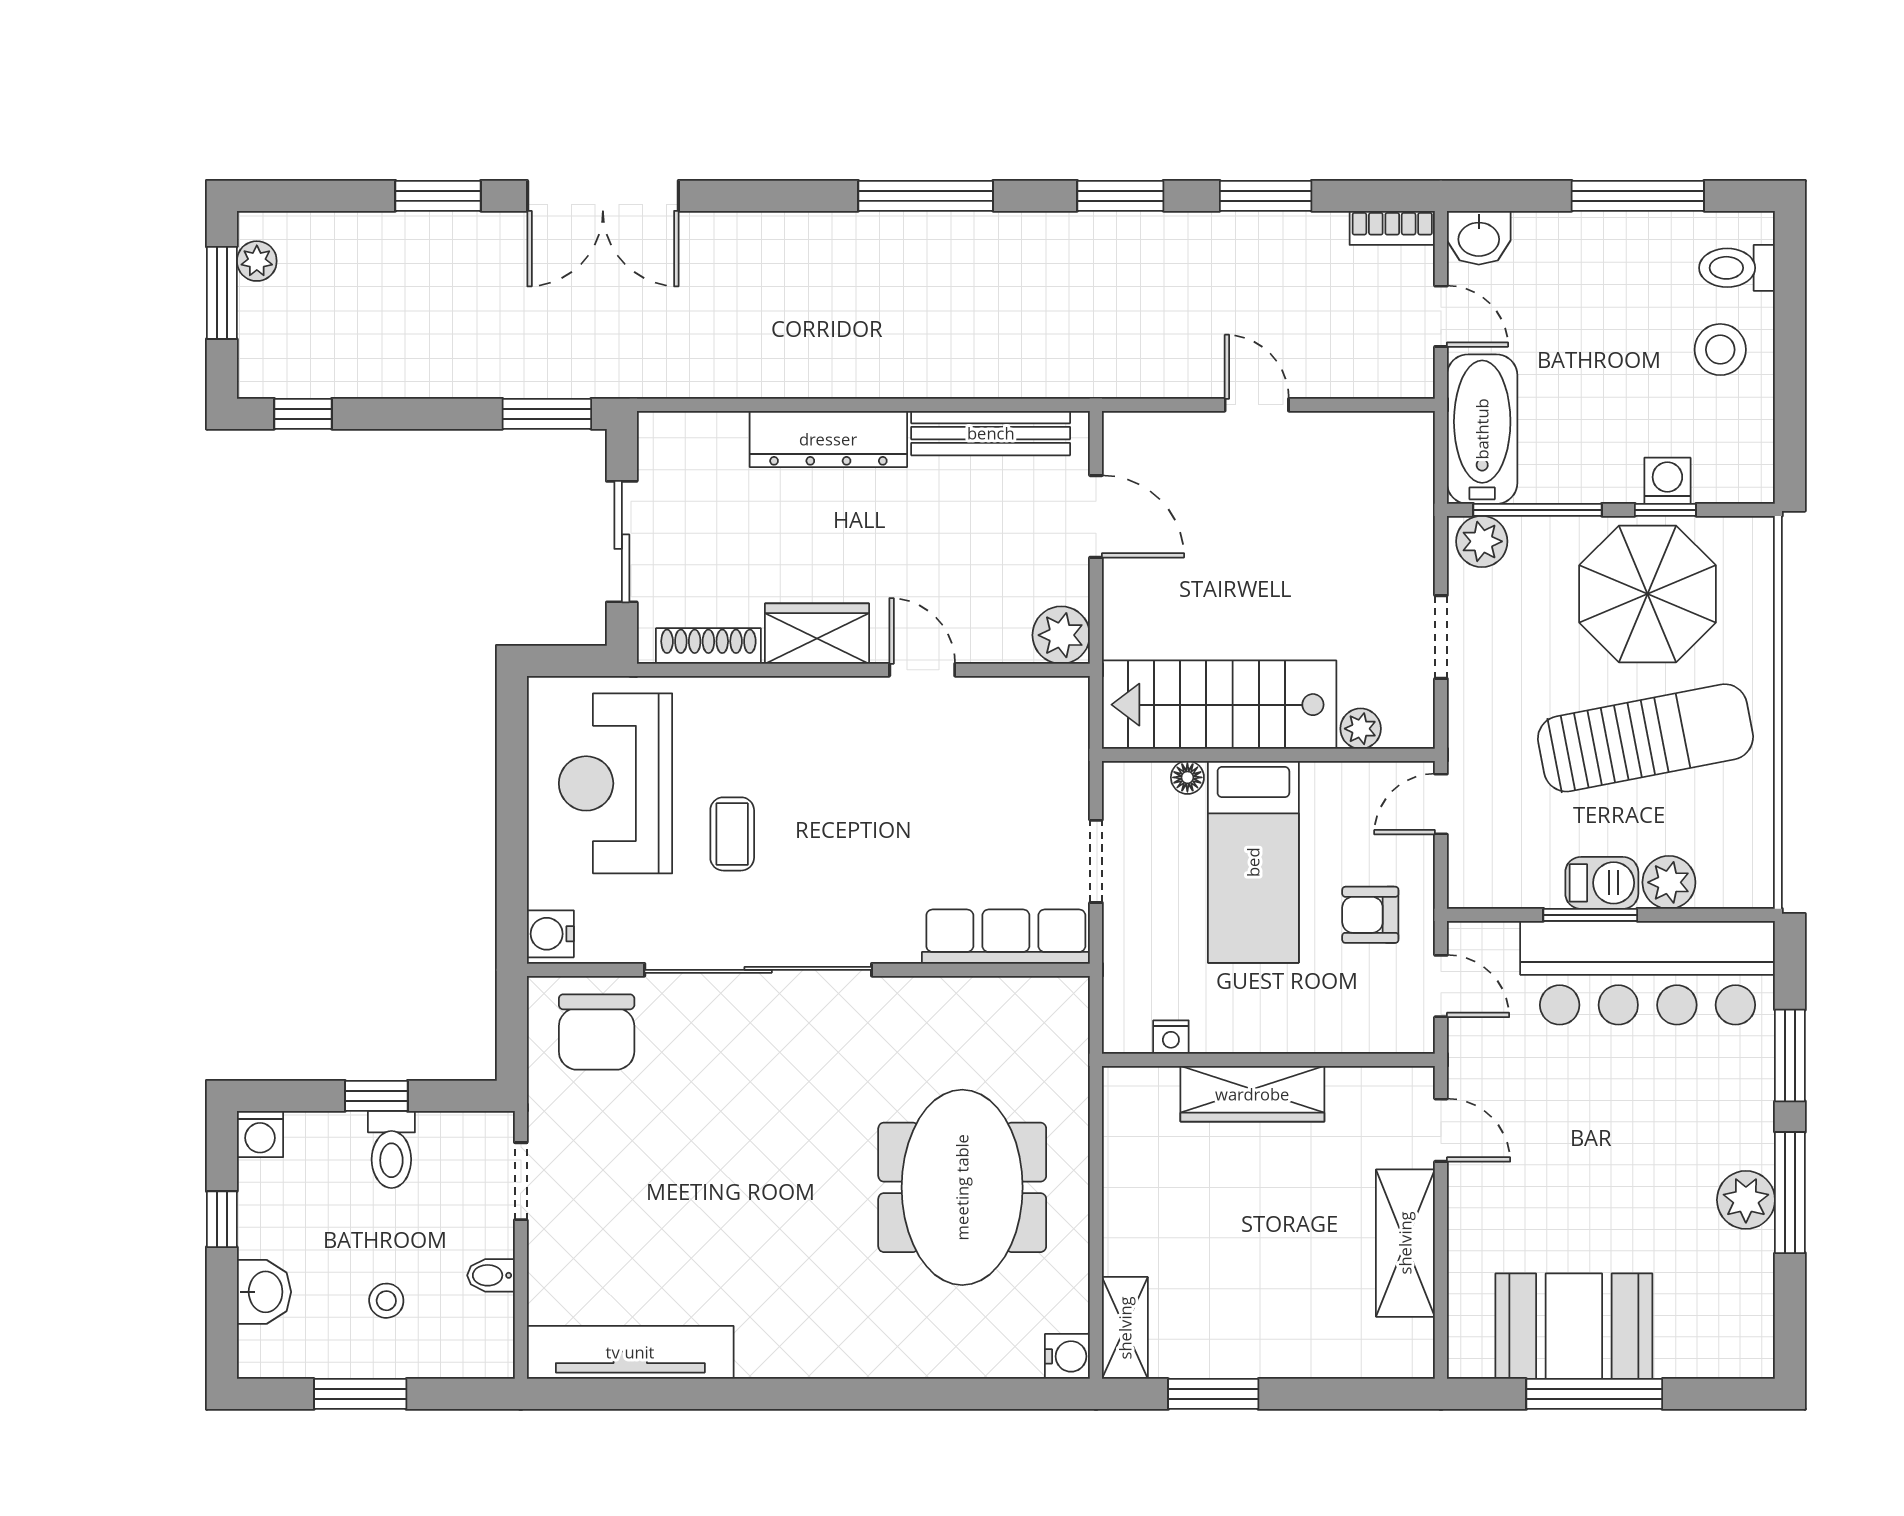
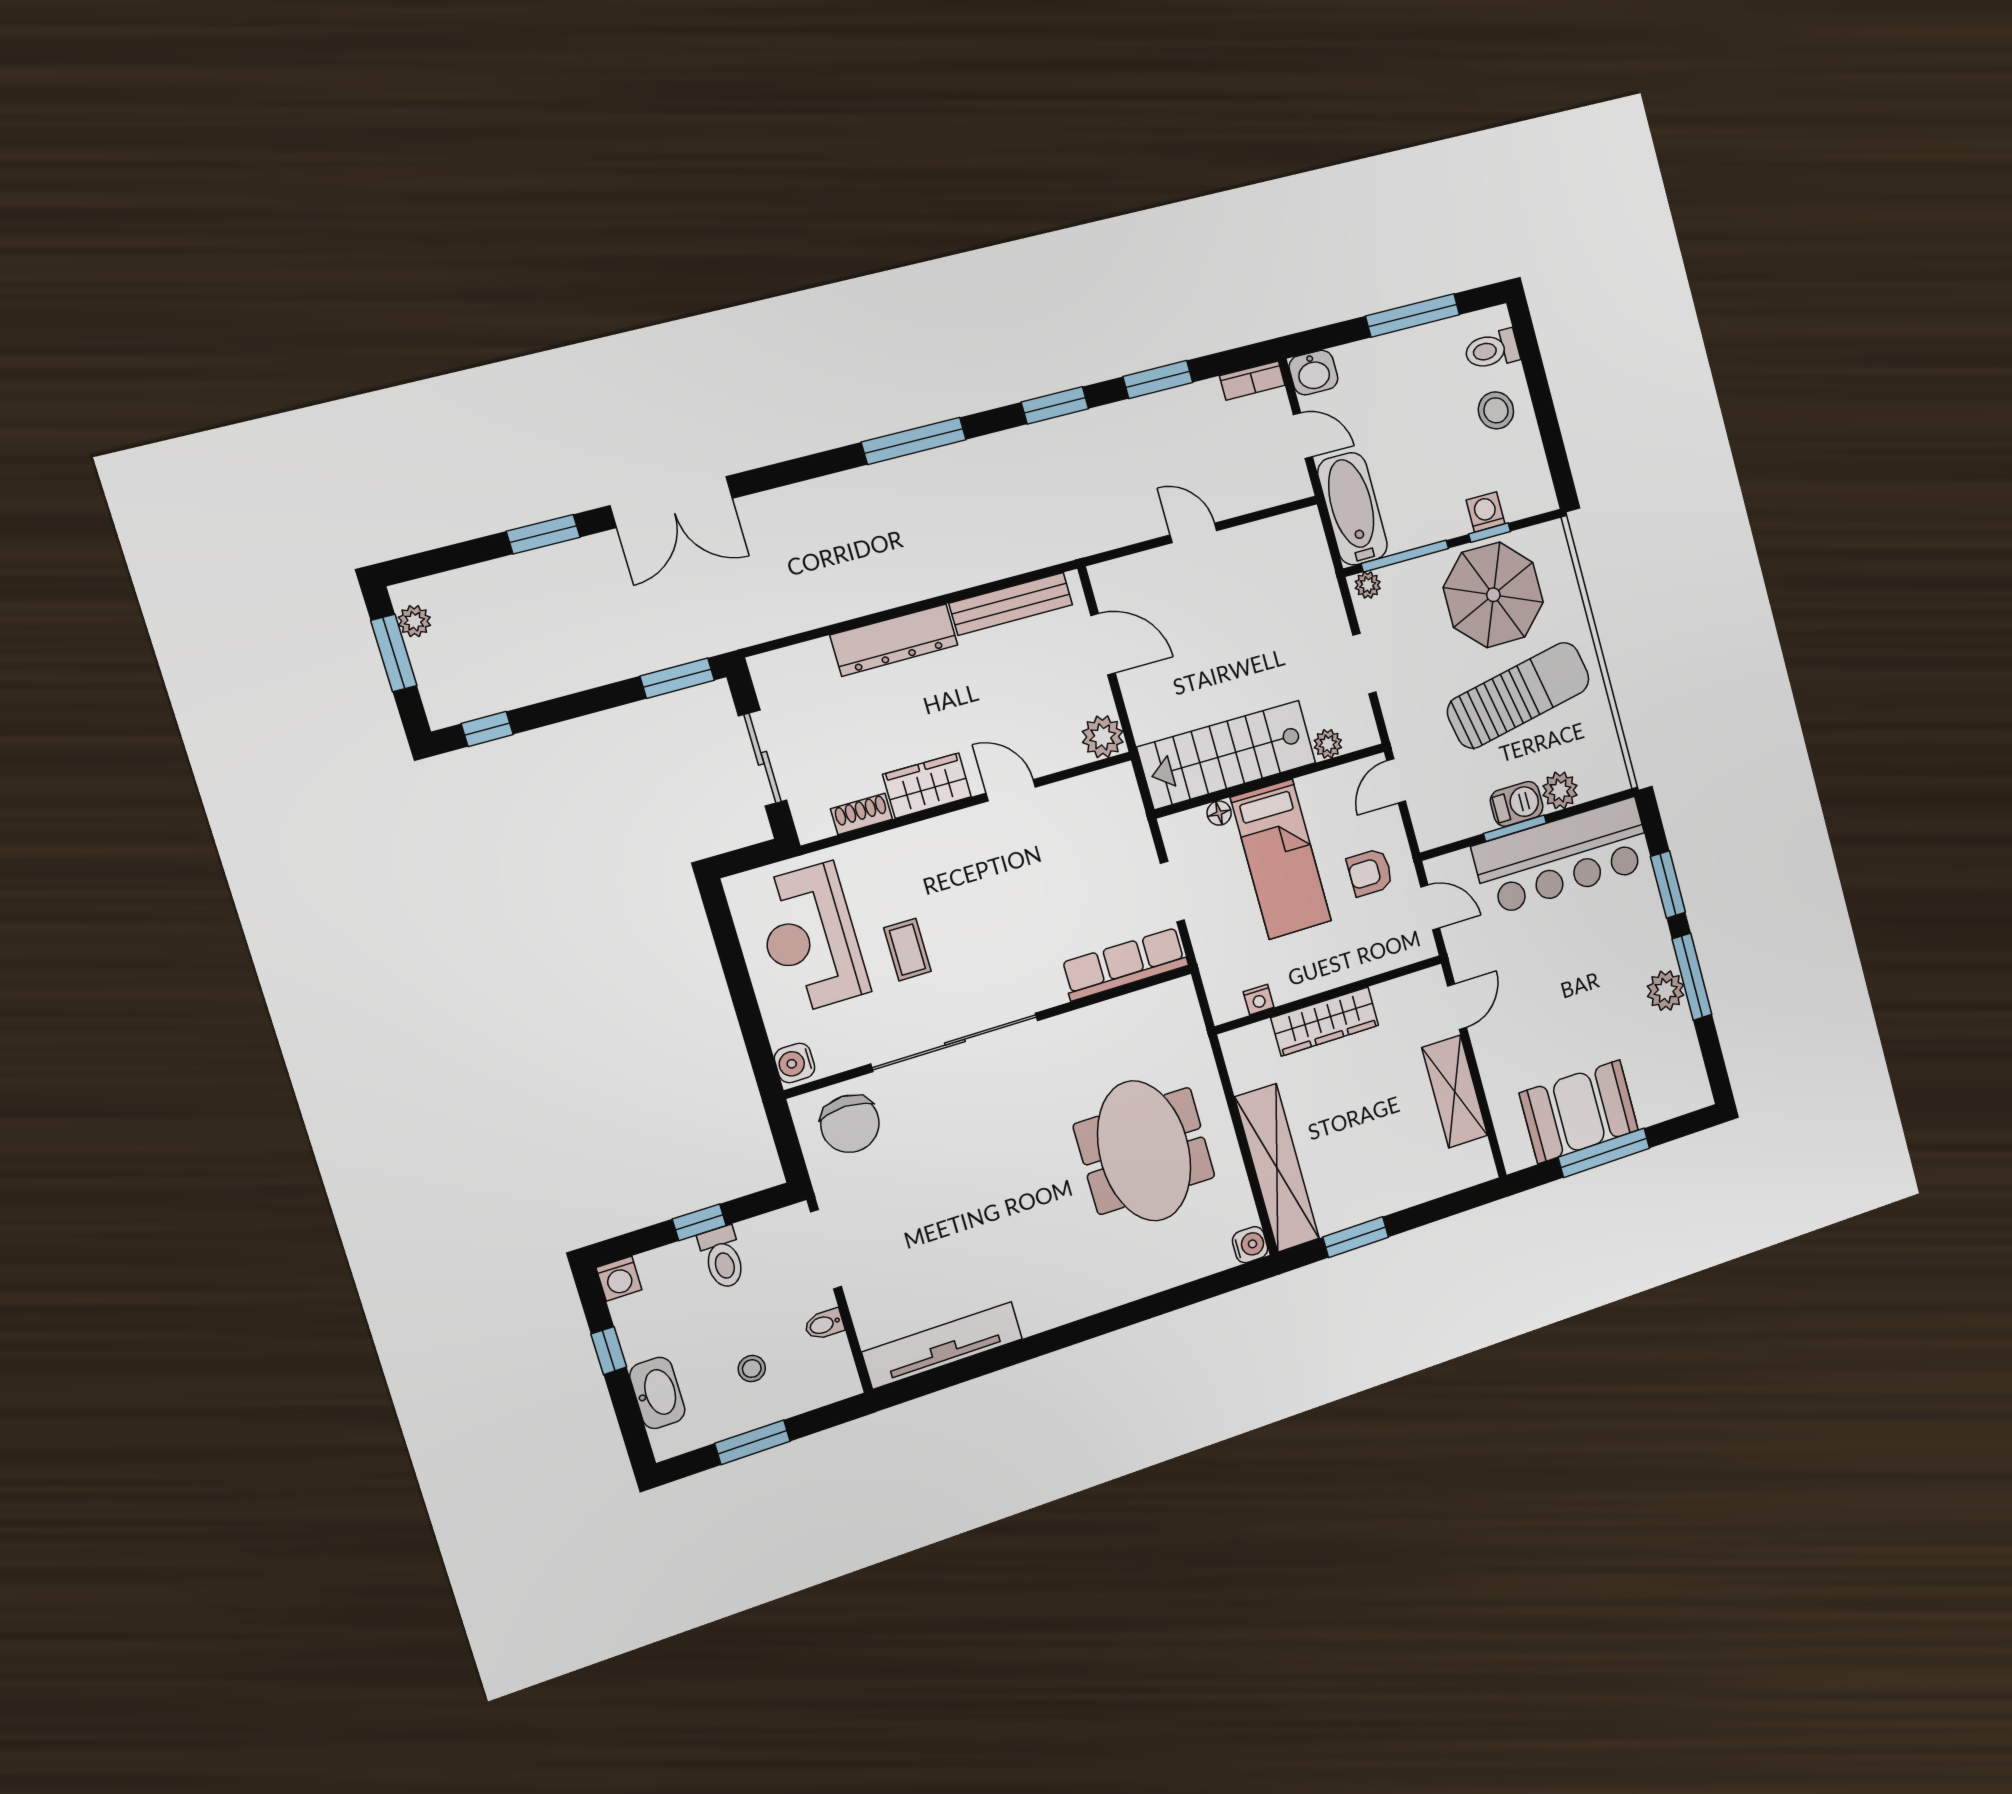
plant: (1482, 541) -> (1368, 585), width x0.73, depth x0.73
shoe rack: (708, 646) -> (861, 814), width x0.70
door: (1441, 1130) -> (1457, 1007), hinge flipped
doorway: (521, 1181) -> (826, 1249), width x1.38
washbasin: (264, 1292) -> (657, 1393), width x1.38
shelving: (1125, 1328) -> (1277, 1168), width x2.20, depth x1.33

